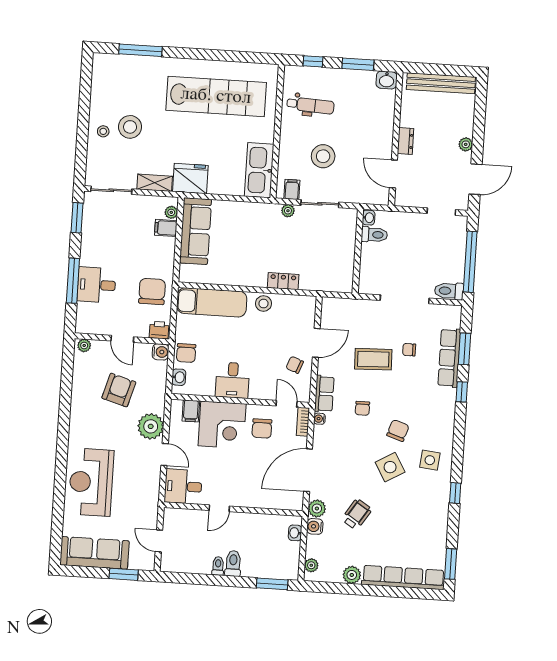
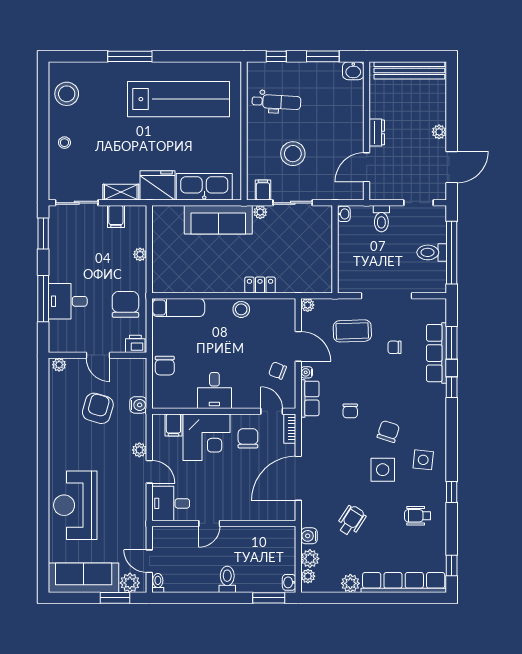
window: (140, 50) -> (130, 56), moved
stool: (130, 127) -> (67, 94), moved
kitchen sink: (259, 170) -> (204, 187), moved, turned 90
door: (393, 174) -> (367, 167), hinge flipped
plant: (171, 212) -> (140, 254), moved
filing cabinet: (166, 228) -> (116, 217), moved, turned -90
sofa: (196, 231) -> (218, 220), moved, turned 90
toilet: (374, 235) -> (381, 219), moved, turned 90
toilet: (449, 291) -> (432, 252), moved
exam couch: (212, 302) -> (178, 307), width x0.73, depth x0.69
plant: (328, 303) -> (308, 305), added
door: (316, 343) -> (298, 346), hinge flipped
water cooler: (161, 352) -> (138, 405), moved
coffee table: (373, 359) -> (352, 331), moved
washbasin: (179, 377) -> (159, 391), removed
water cooler: (319, 419) -> (307, 372), moved
plant: (151, 426) -> (139, 450), width x0.53, depth x0.53
chair: (262, 428) -> (248, 438), turned 180
side table: (390, 467) -> (383, 470), turned 30
plant: (317, 508) -> (310, 559), moved
wheelchair: (421, 514) -> (418, 516), added
washbasin: (295, 533) -> (289, 582), moved
plant: (139, 561) -> (130, 583), added
window: (451, 564) -> (452, 566), width x0.67
toilet: (218, 566) -> (158, 583), moved

